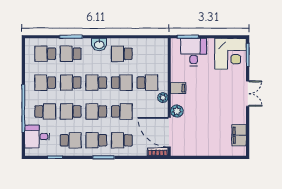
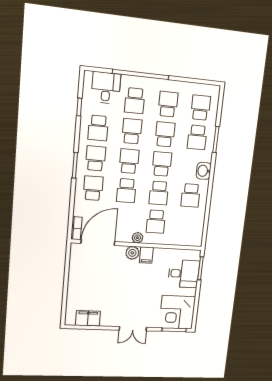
school desk: (71, 54) -> (197, 137), turned 180
school desk: (122, 54) -> (191, 195), turned 180
plant: (177, 111) -> (132, 253), moved

